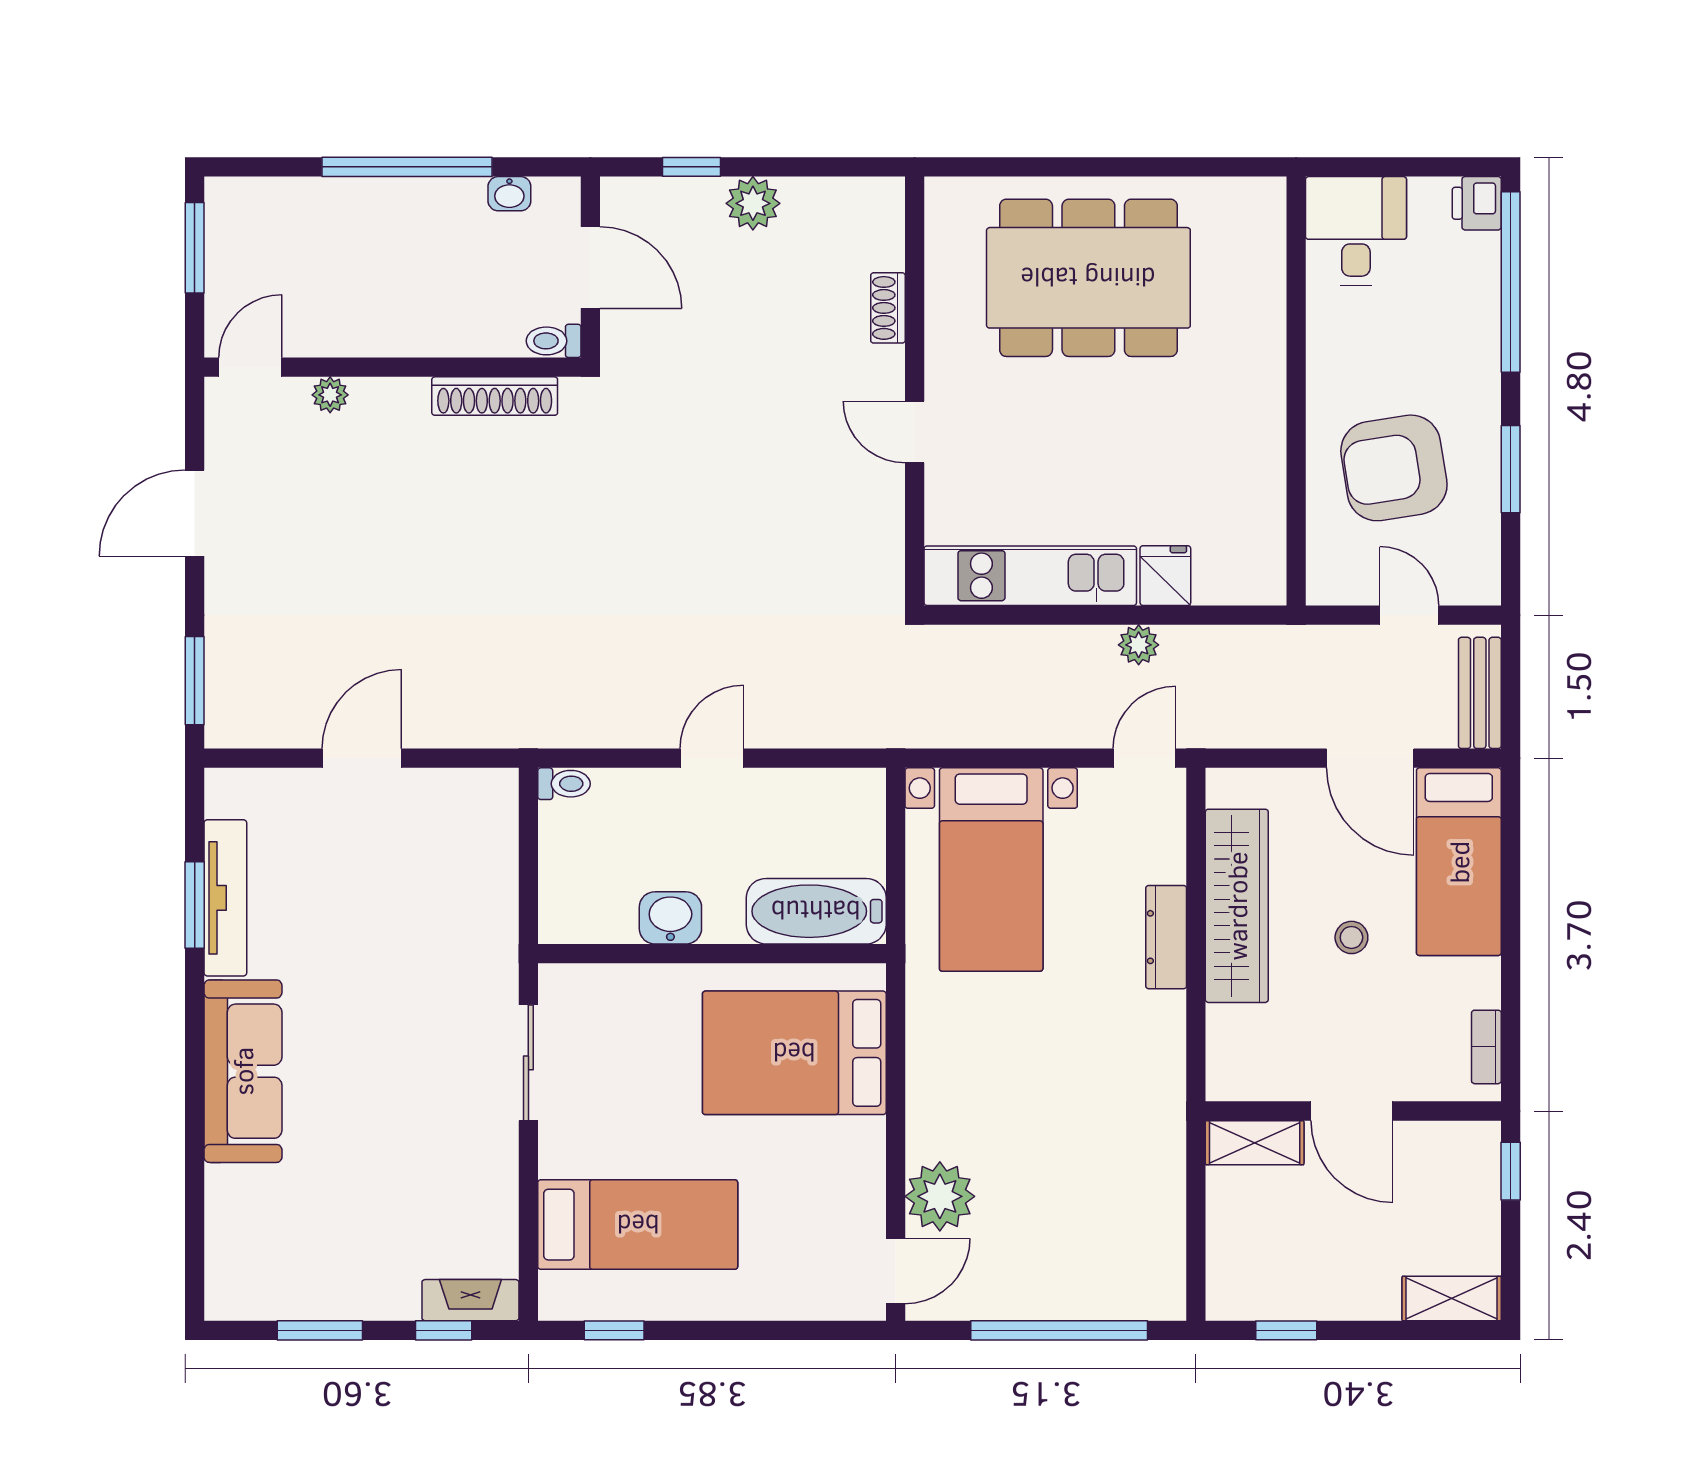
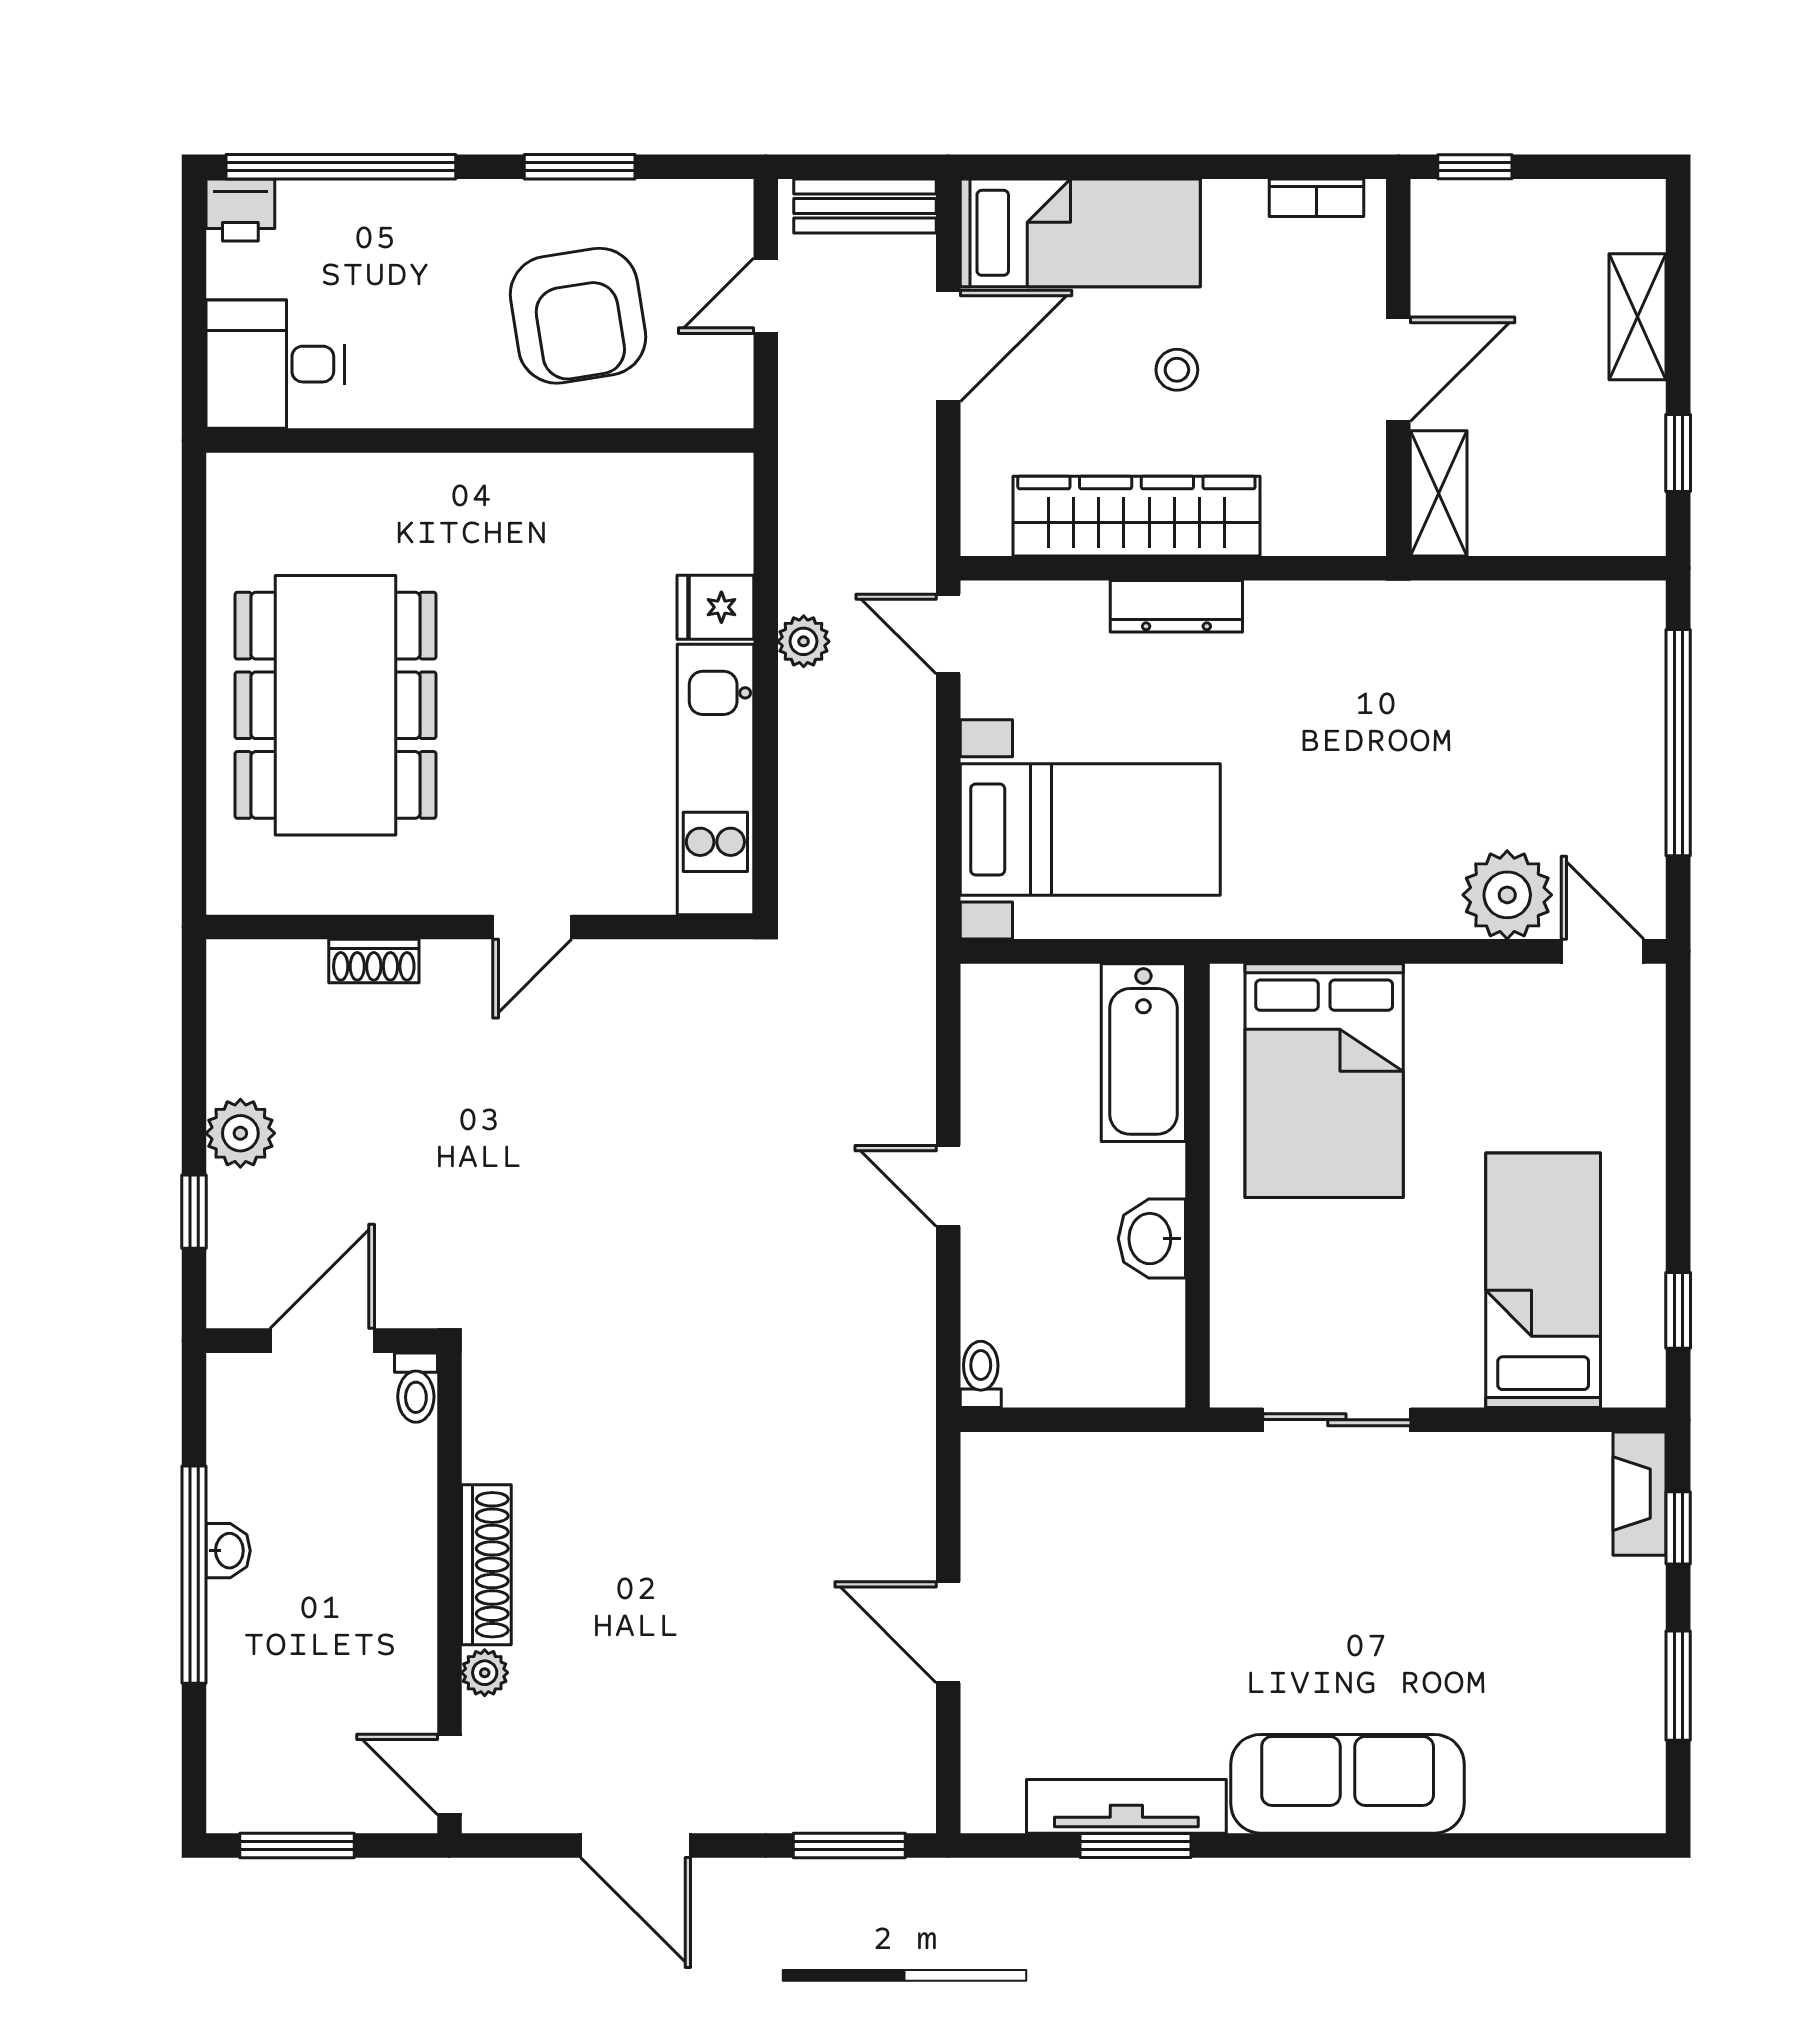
washbasin: (509, 194) -> (228, 1551), moved
shoe rack: (495, 396) -> (486, 1565), moved
shelving: (1452, 1299) -> (1637, 317), moved

